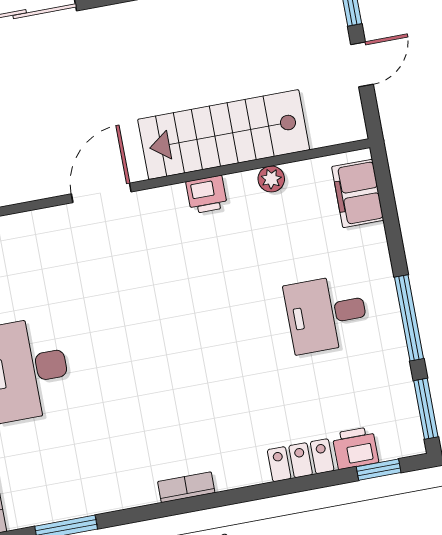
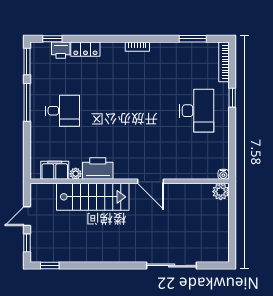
door: (101, 193) -> (151, 181), hinge flipped
filing cabinet: (358, 193) -> (55, 170), moved, turned -90
printer: (207, 195) -> (98, 169), width x1.87, depth x1.48

